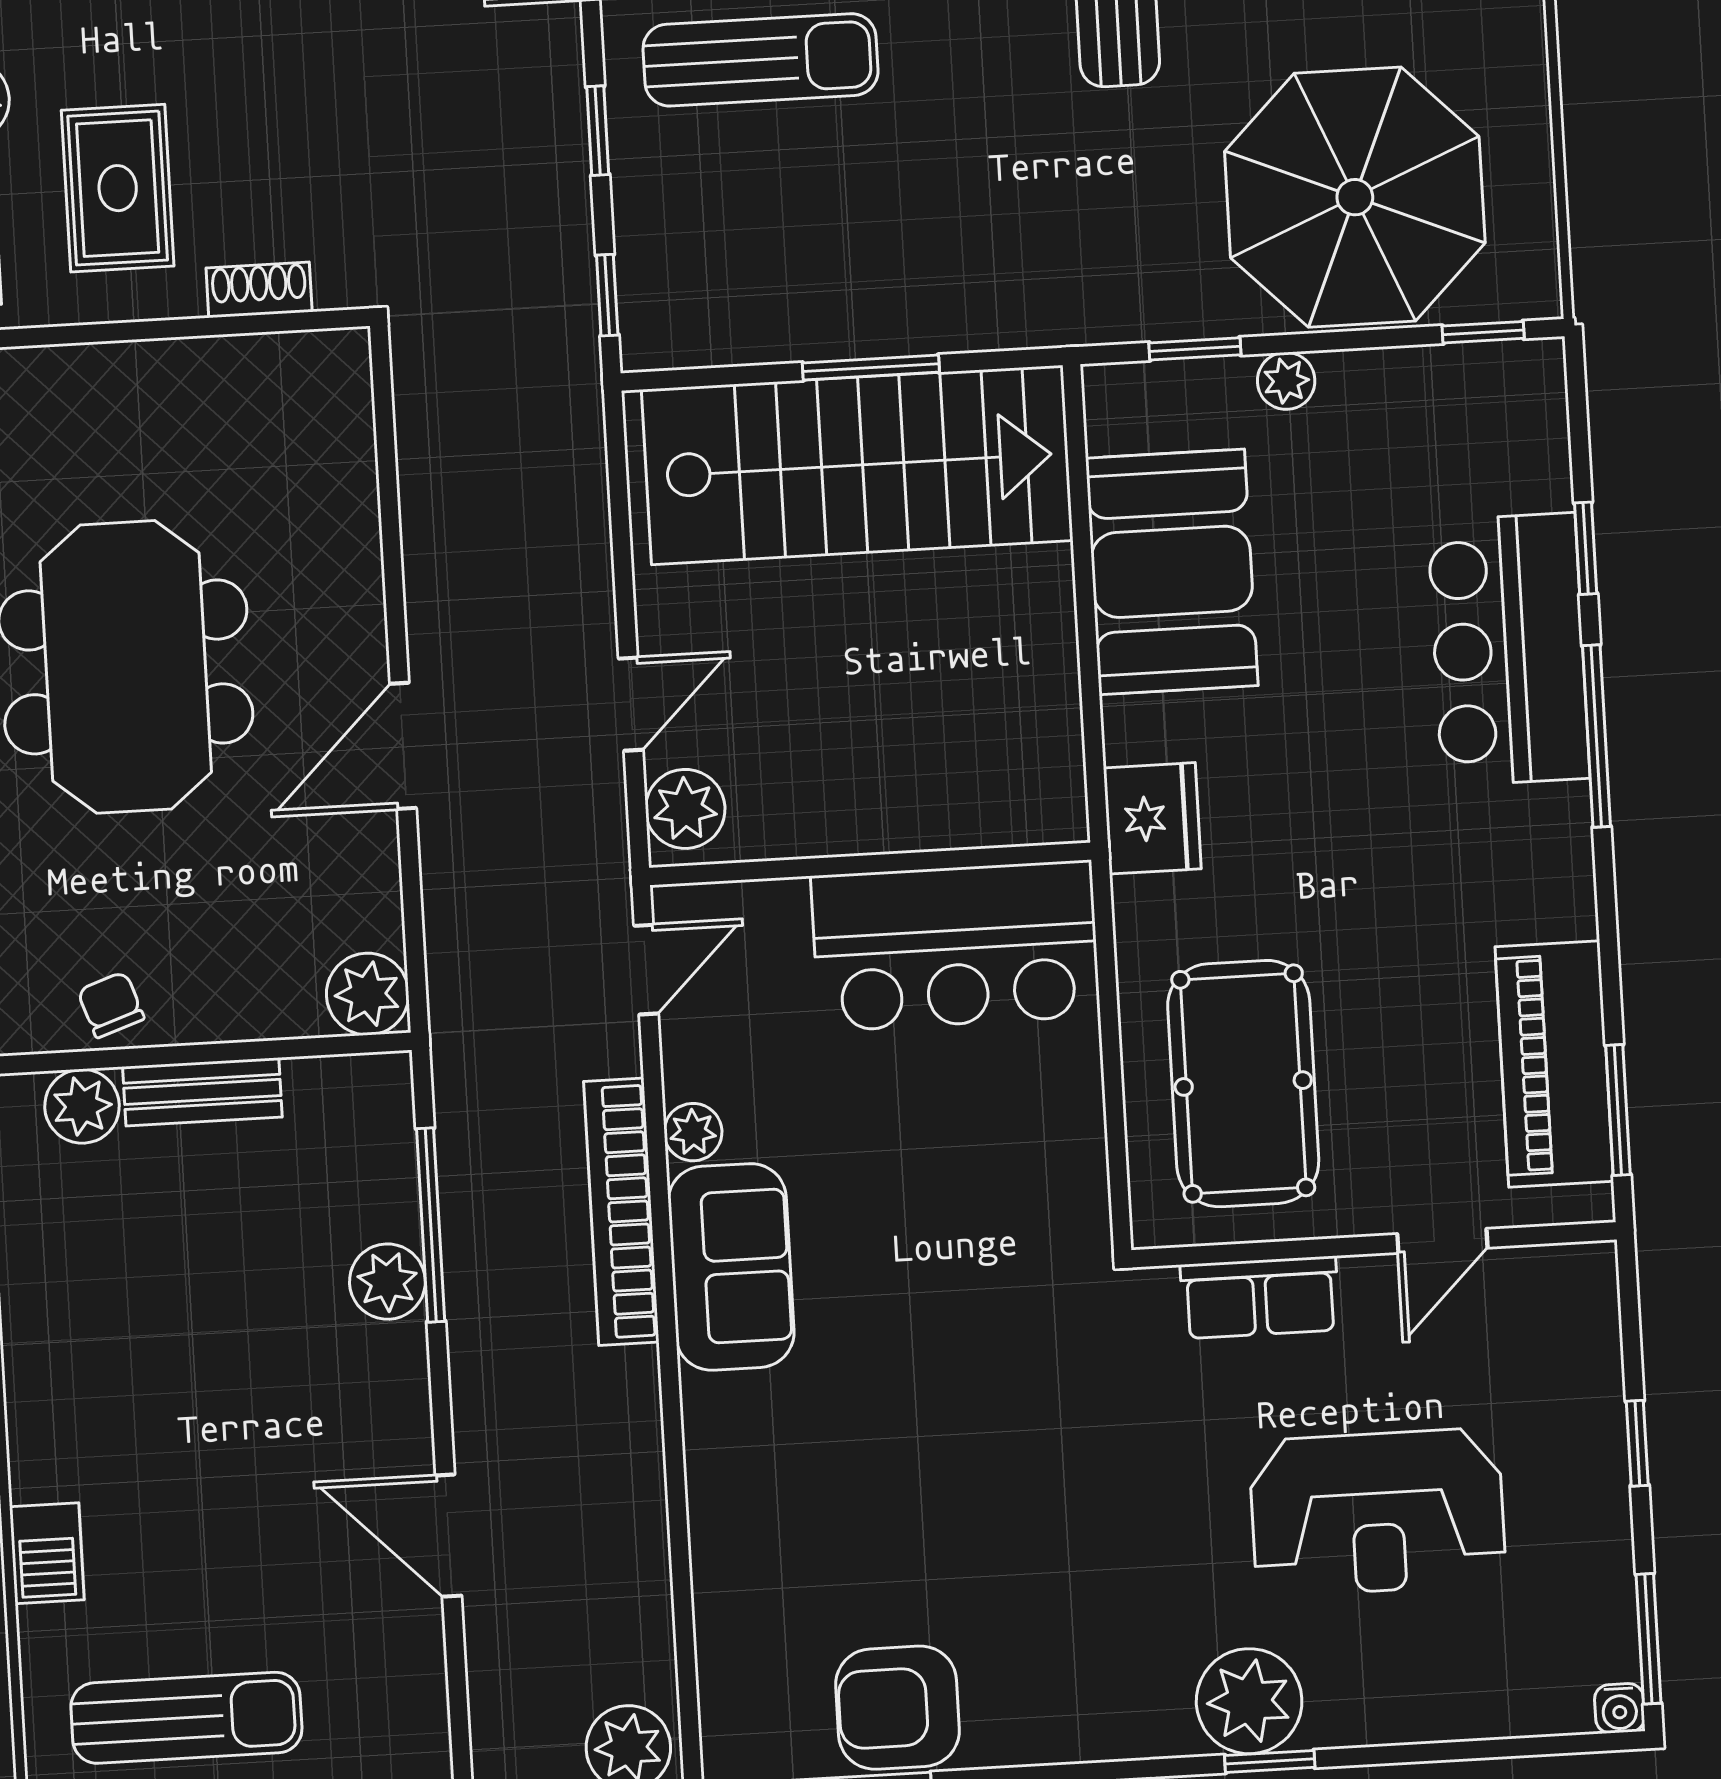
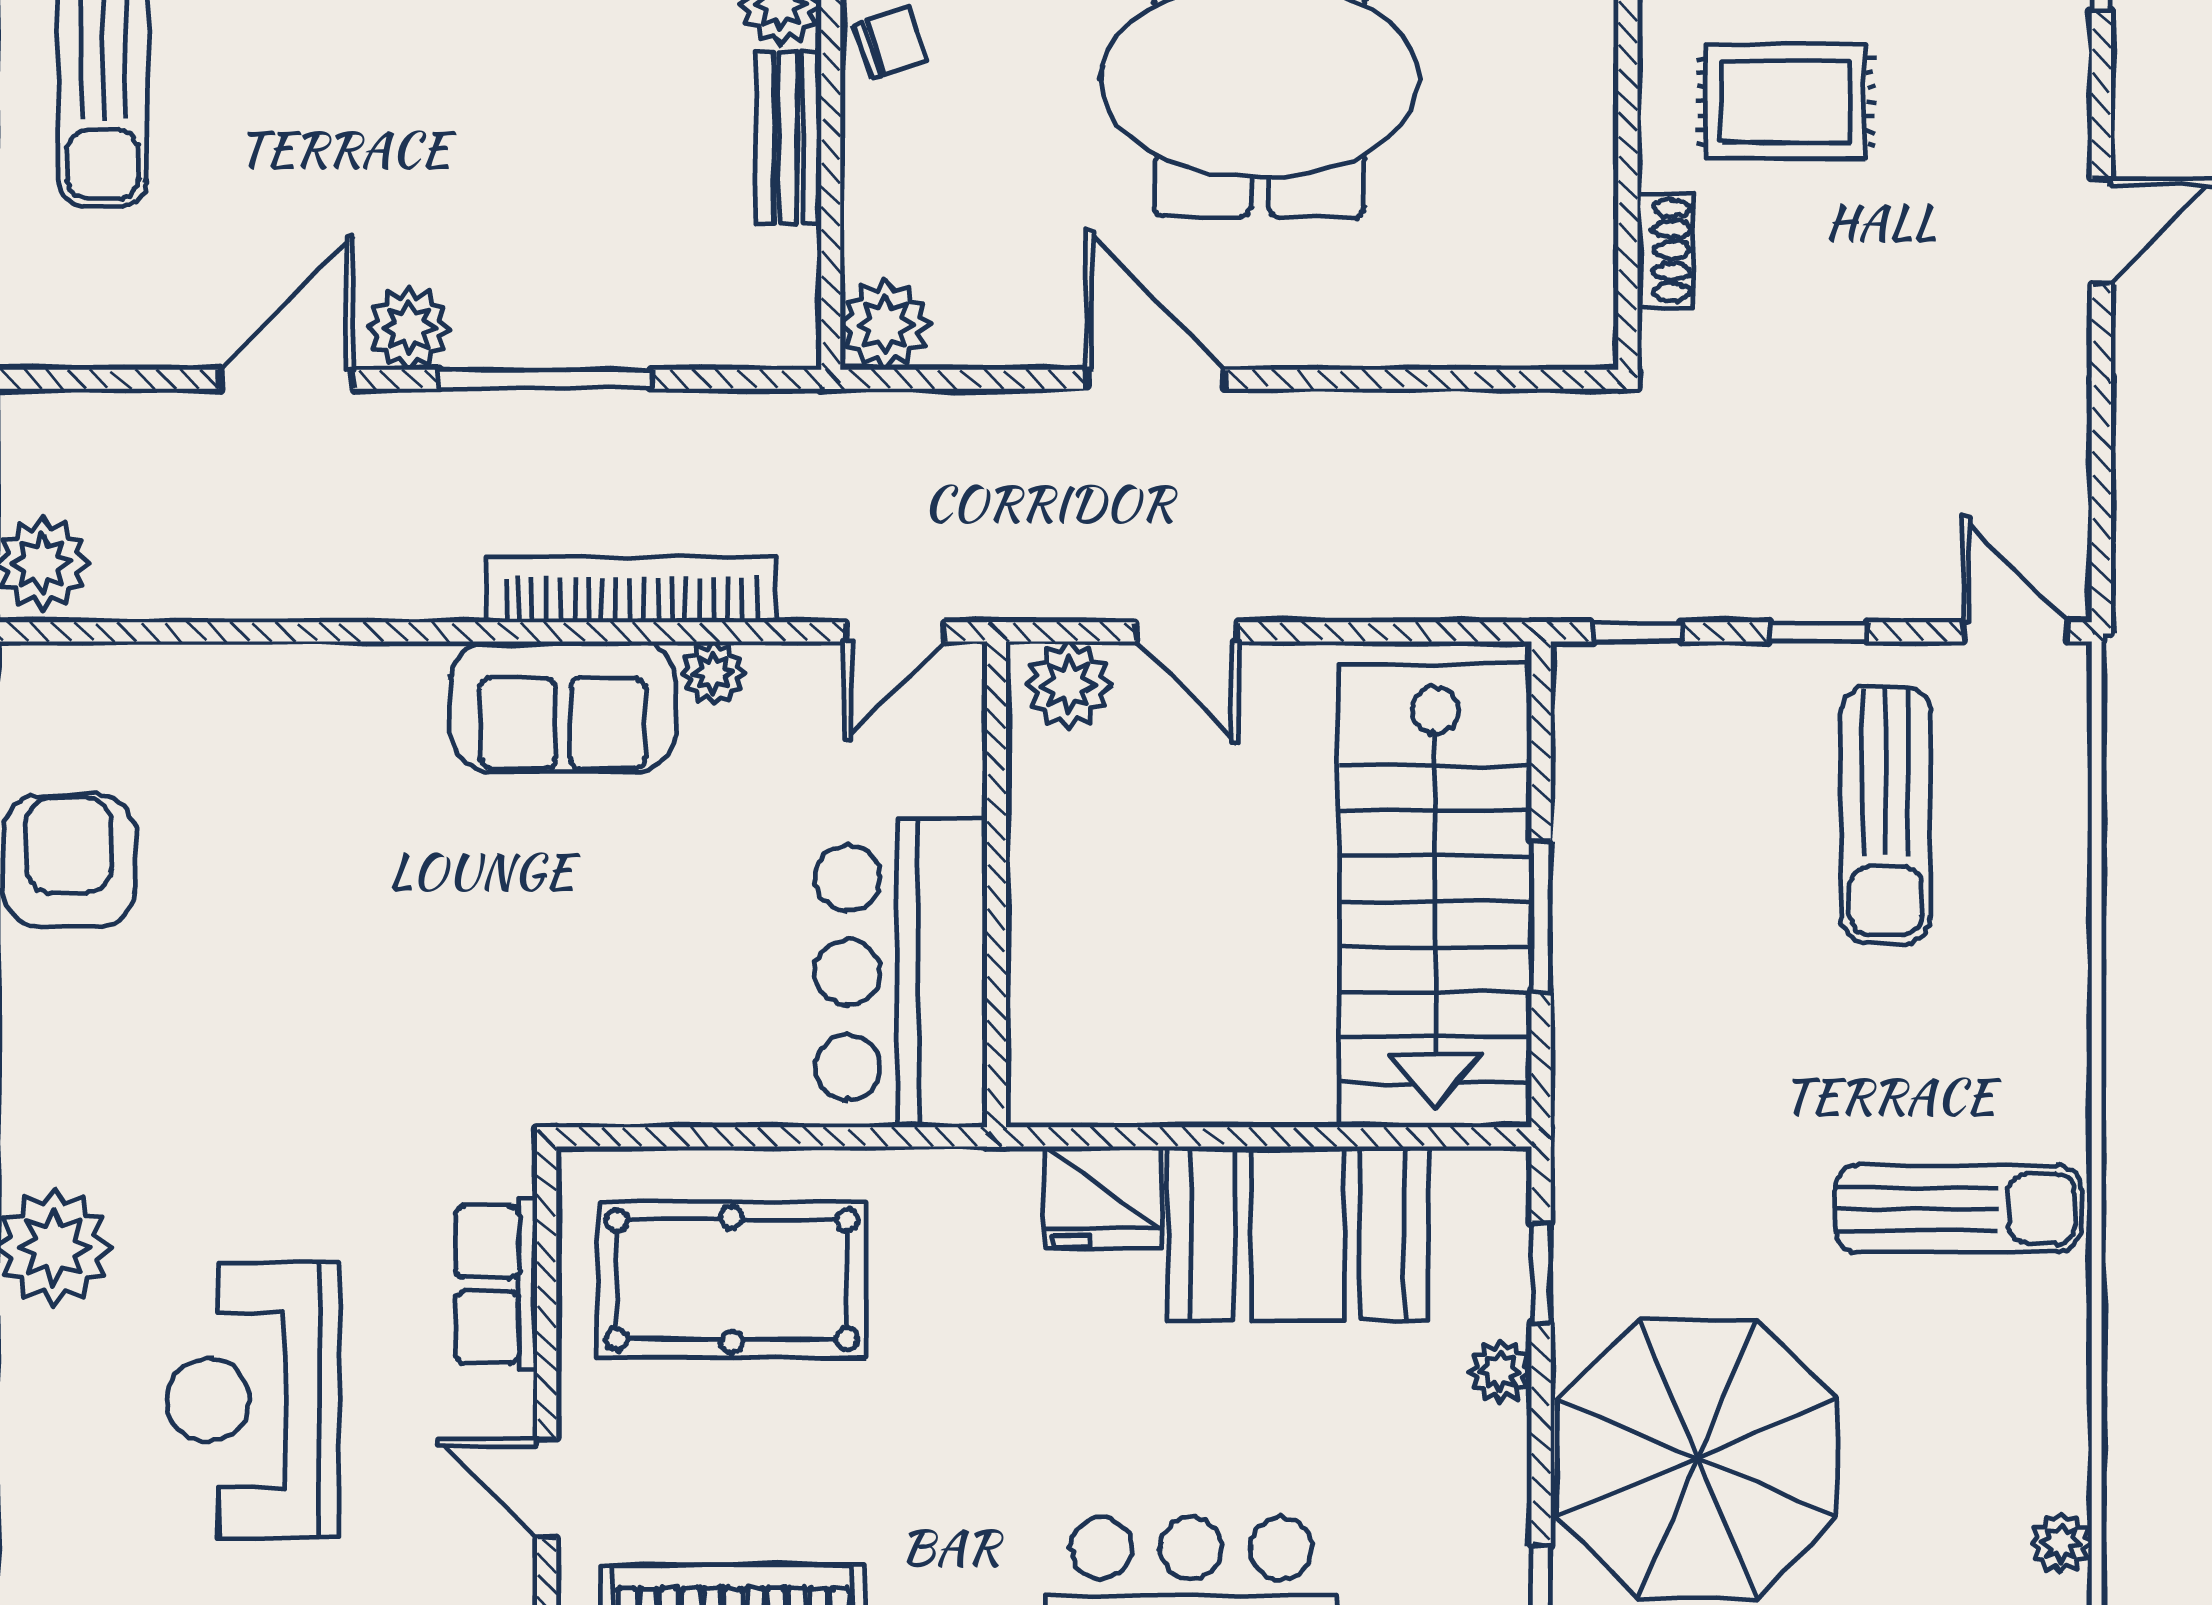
fridge: (1152, 818) -> (1103, 1197), moved
door: (646, 970) -> (895, 632), hinge flipped
window: (431, 1225) -> (546, 379), moved
plant: (387, 1282) -> (409, 328), moved

